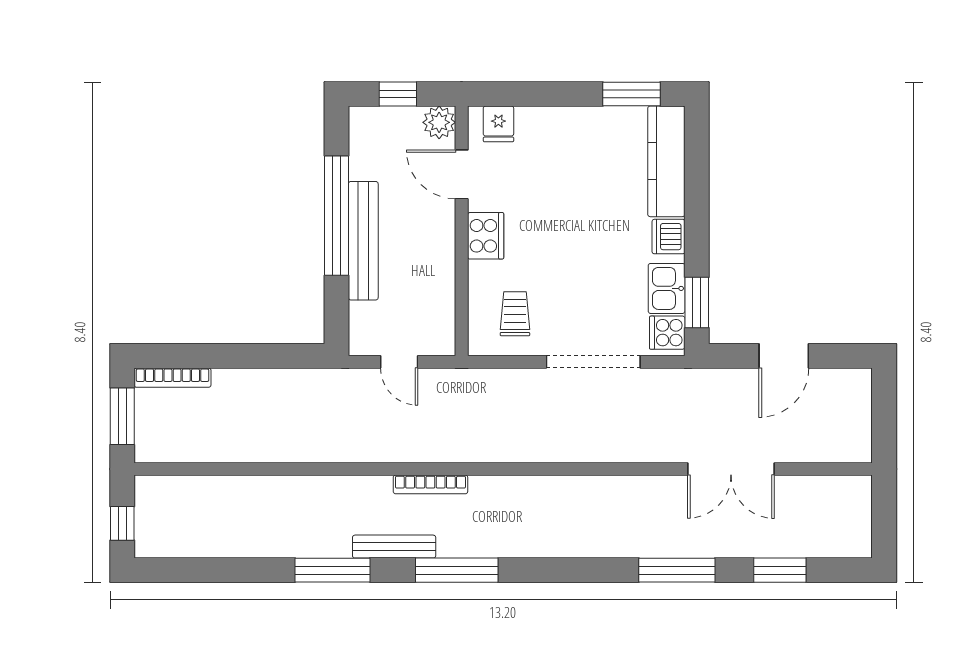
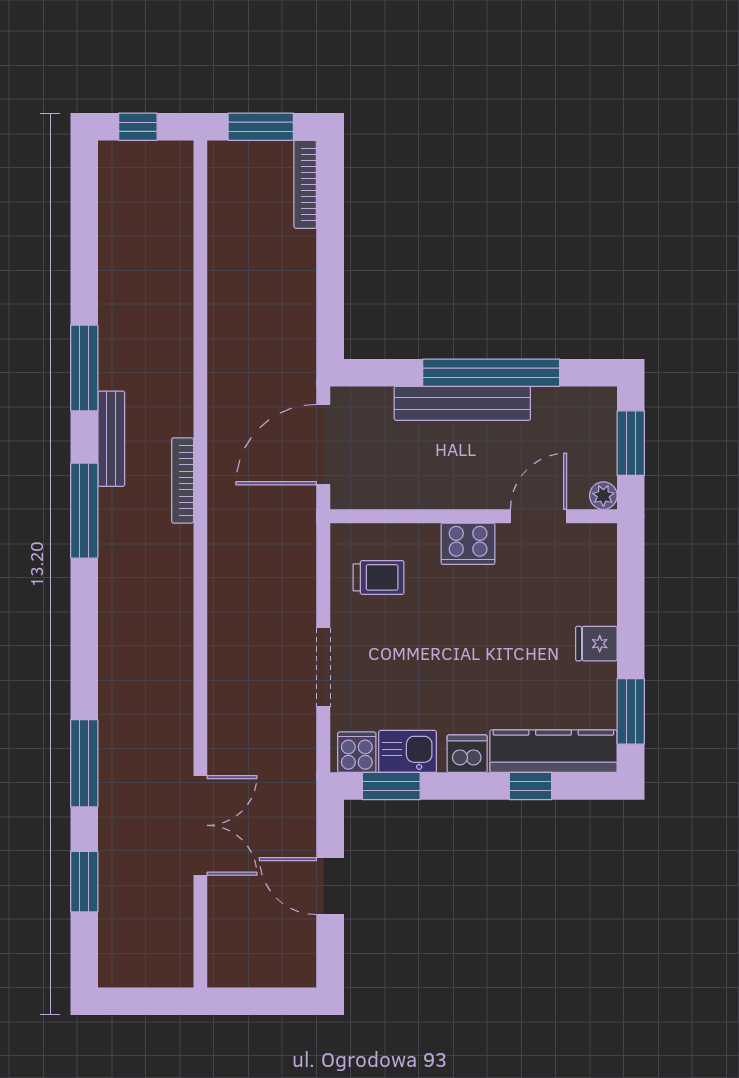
window: (398, 94) -> (631, 443), width x1.50
plant: (439, 122) -> (603, 496), width x0.73, depth x0.73
fridge: (498, 124) -> (596, 644), moved
window: (697, 181) -> (530, 786), added
door: (399, 362) -> (323, 445), width x1.88
doorway: (593, 362) -> (323, 667), width x0.73
double door: (731, 469) -> (200, 825), swing flipped

